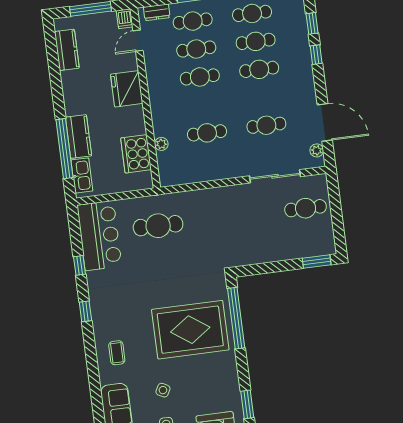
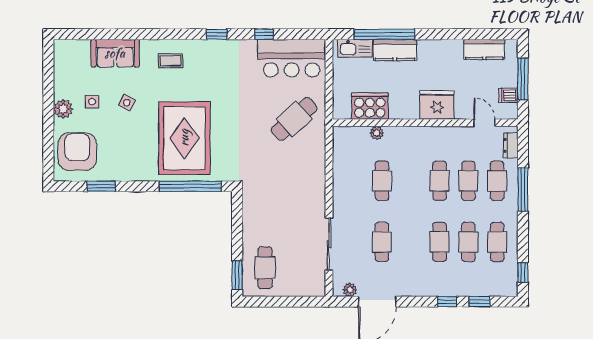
dishwasher: (125, 19) -> (508, 95), moved
cafe table: (306, 208) -> (265, 268), moved
cafe table: (158, 226) -> (294, 119), turned 47

